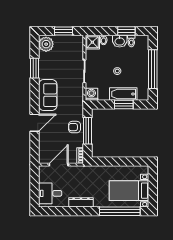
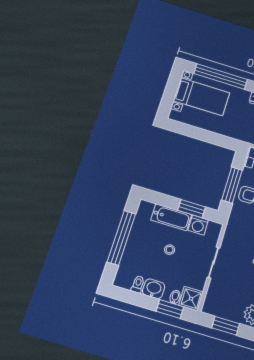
window: (126, 31) -> (170, 309), moved
washing machine: (91, 94) -> (198, 225), moved
window: (124, 105) -> (192, 209), moved

